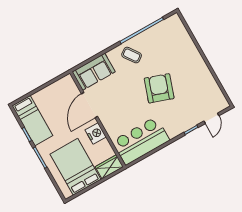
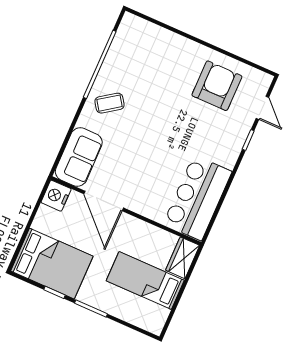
armchair: (159, 88) -> (217, 86), moved, turned 71
bed: (32, 121) -> (52, 264), width x1.50
nightstand: (96, 133) -> (56, 196), moved, turned -90
bed: (76, 167) -> (145, 281), width x0.67

